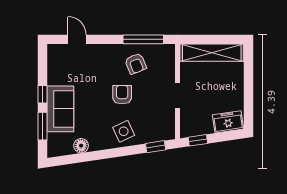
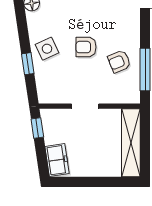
armchair: (122, 95) -> (86, 47), turned 180
window: (156, 147) -> (28, 64), moved

